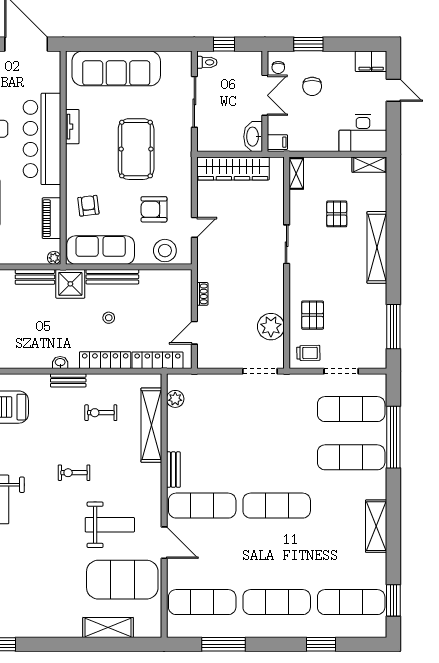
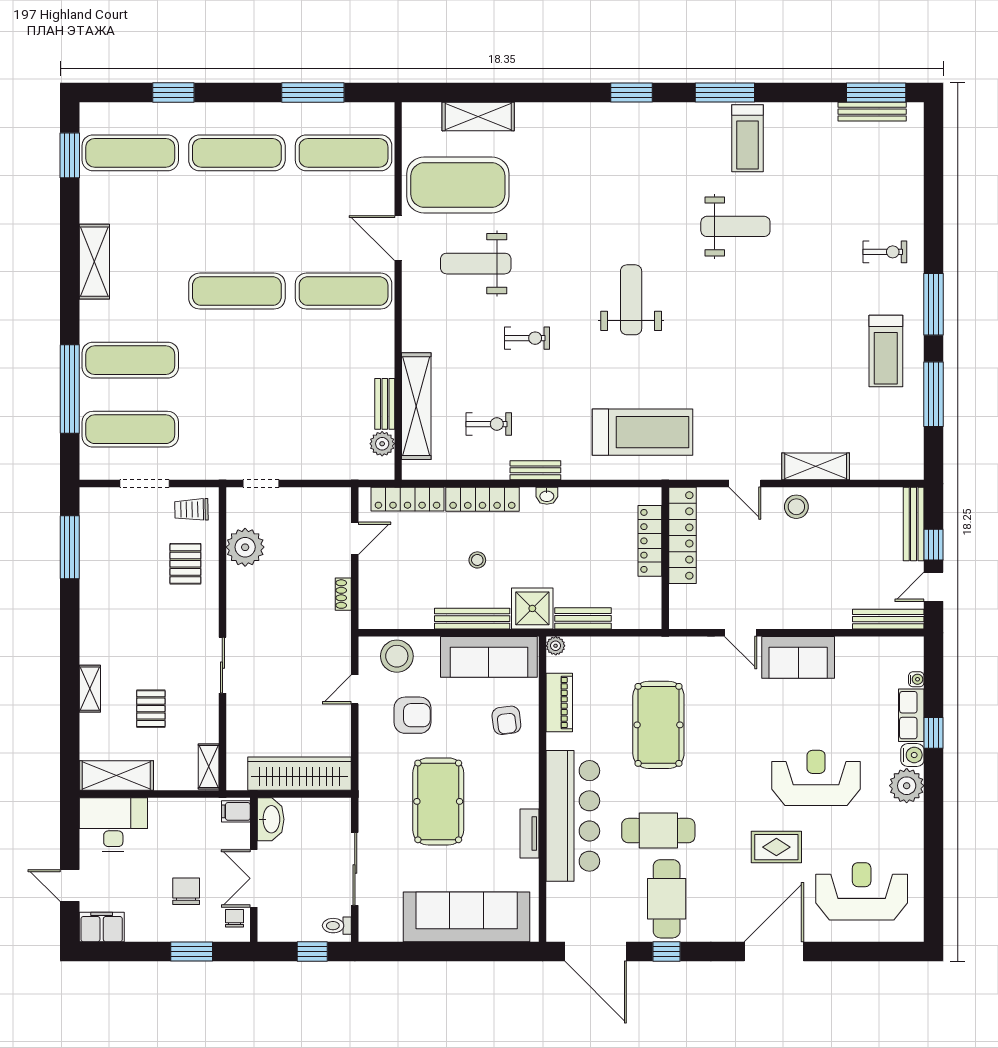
shelving: (369, 165) -> (116, 776), width x1.50, depth x1.33
shelving: (377, 247) -> (90, 689), width x0.45, depth x0.75
doorway: (260, 371) -> (261, 484), width x0.73
bench: (173, 470) -> (385, 404), moved

